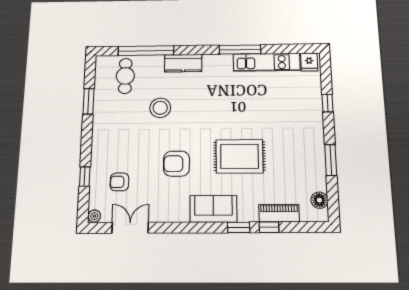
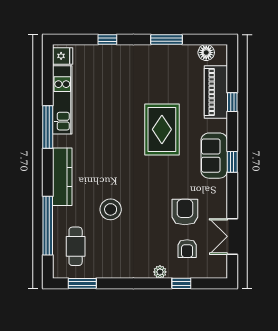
kitchen counter: (183, 63) -> (62, 177), width x1.50
cafe table: (125, 76) -> (76, 246), turned 90
window: (89, 101) -> (82, 283), moved
armchair: (176, 164) -> (185, 212), moved, turned 180
piano: (279, 213) -> (216, 92), width x1.37, depth x1.33
plant: (94, 216) -> (160, 272), moved
window: (239, 227) -> (232, 162), moved

